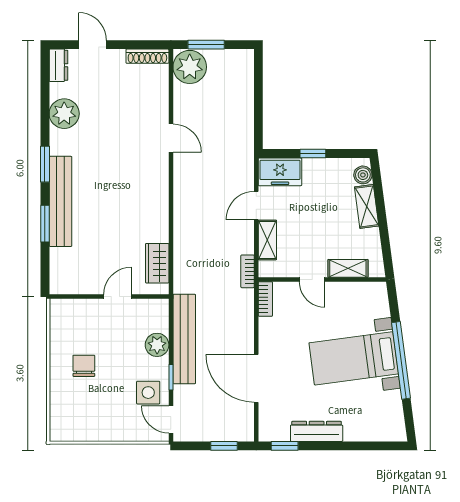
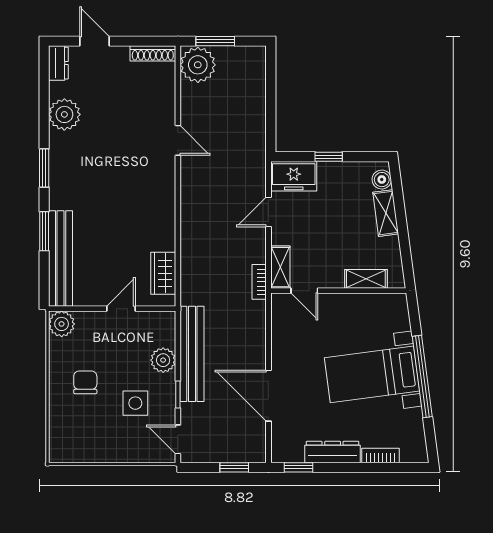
bench: (60, 201) -> (61, 258), moved
shelving: (267, 240) -> (280, 267), moved
door: (312, 279) -> (304, 291), moved
bookcase: (265, 299) -> (380, 455), moved, turned -90
plant: (61, 311) -> (62, 324), added
side table: (148, 393) -> (135, 403), moved

